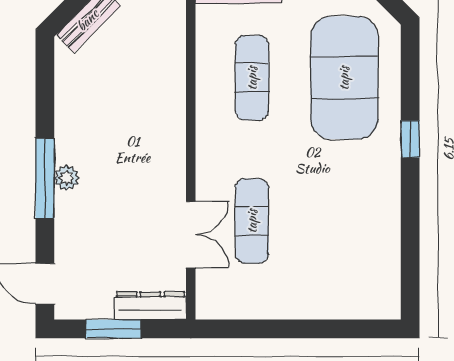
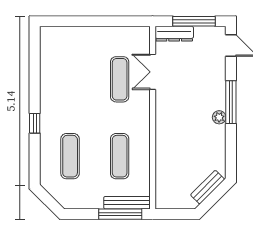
exercise mat: (344, 78) -> (70, 156), width x0.50, depth x0.69
plant: (67, 178) -> (219, 117), moved
window: (113, 329) -> (194, 21), width x1.44

